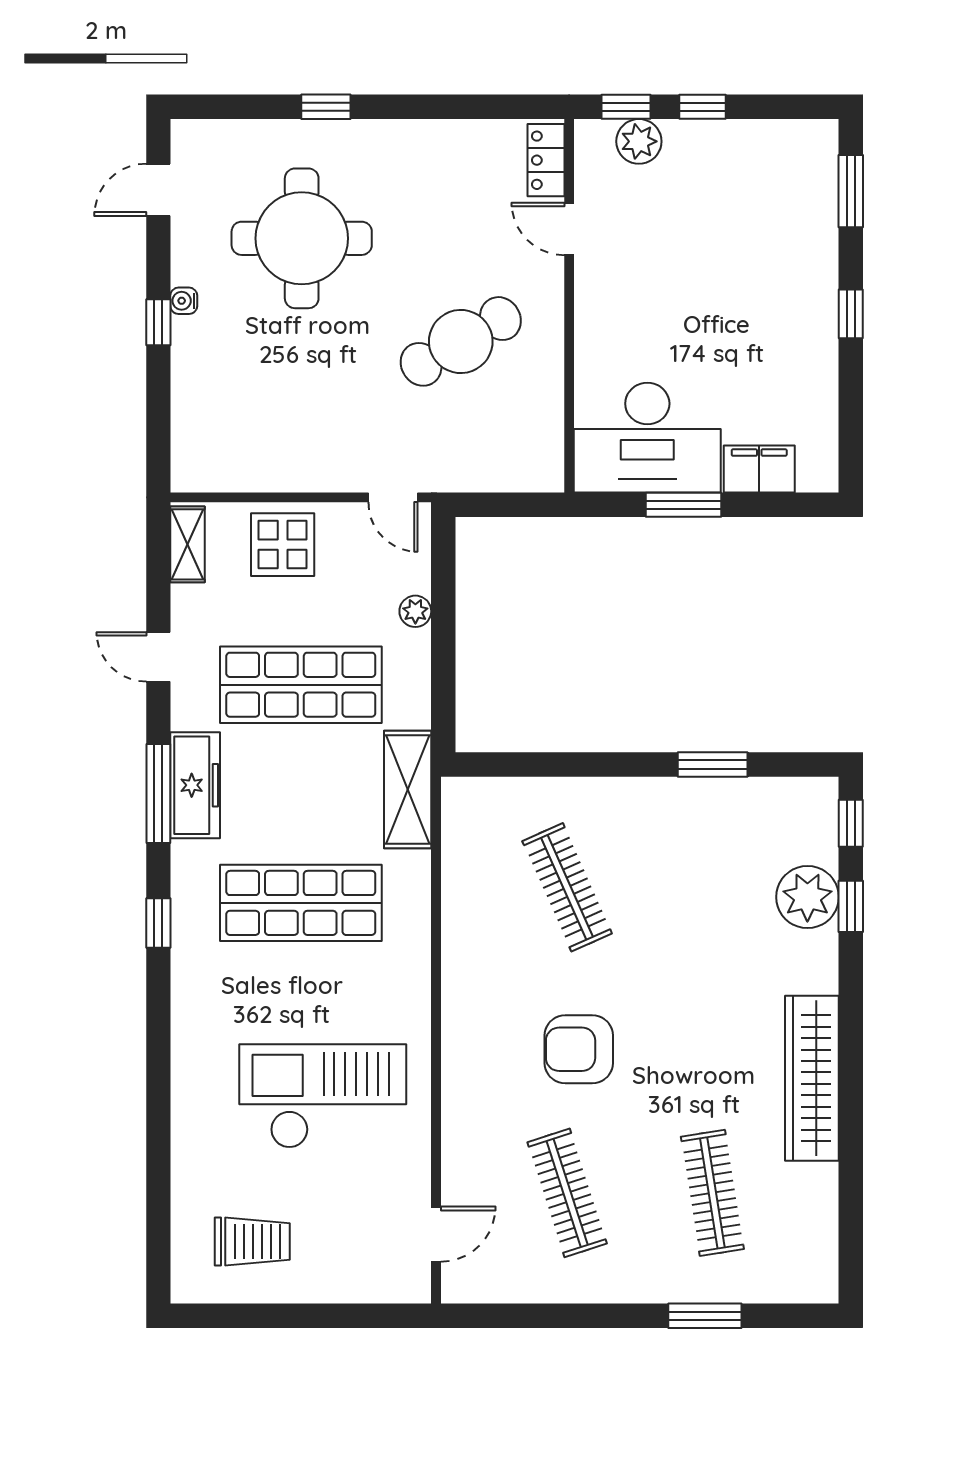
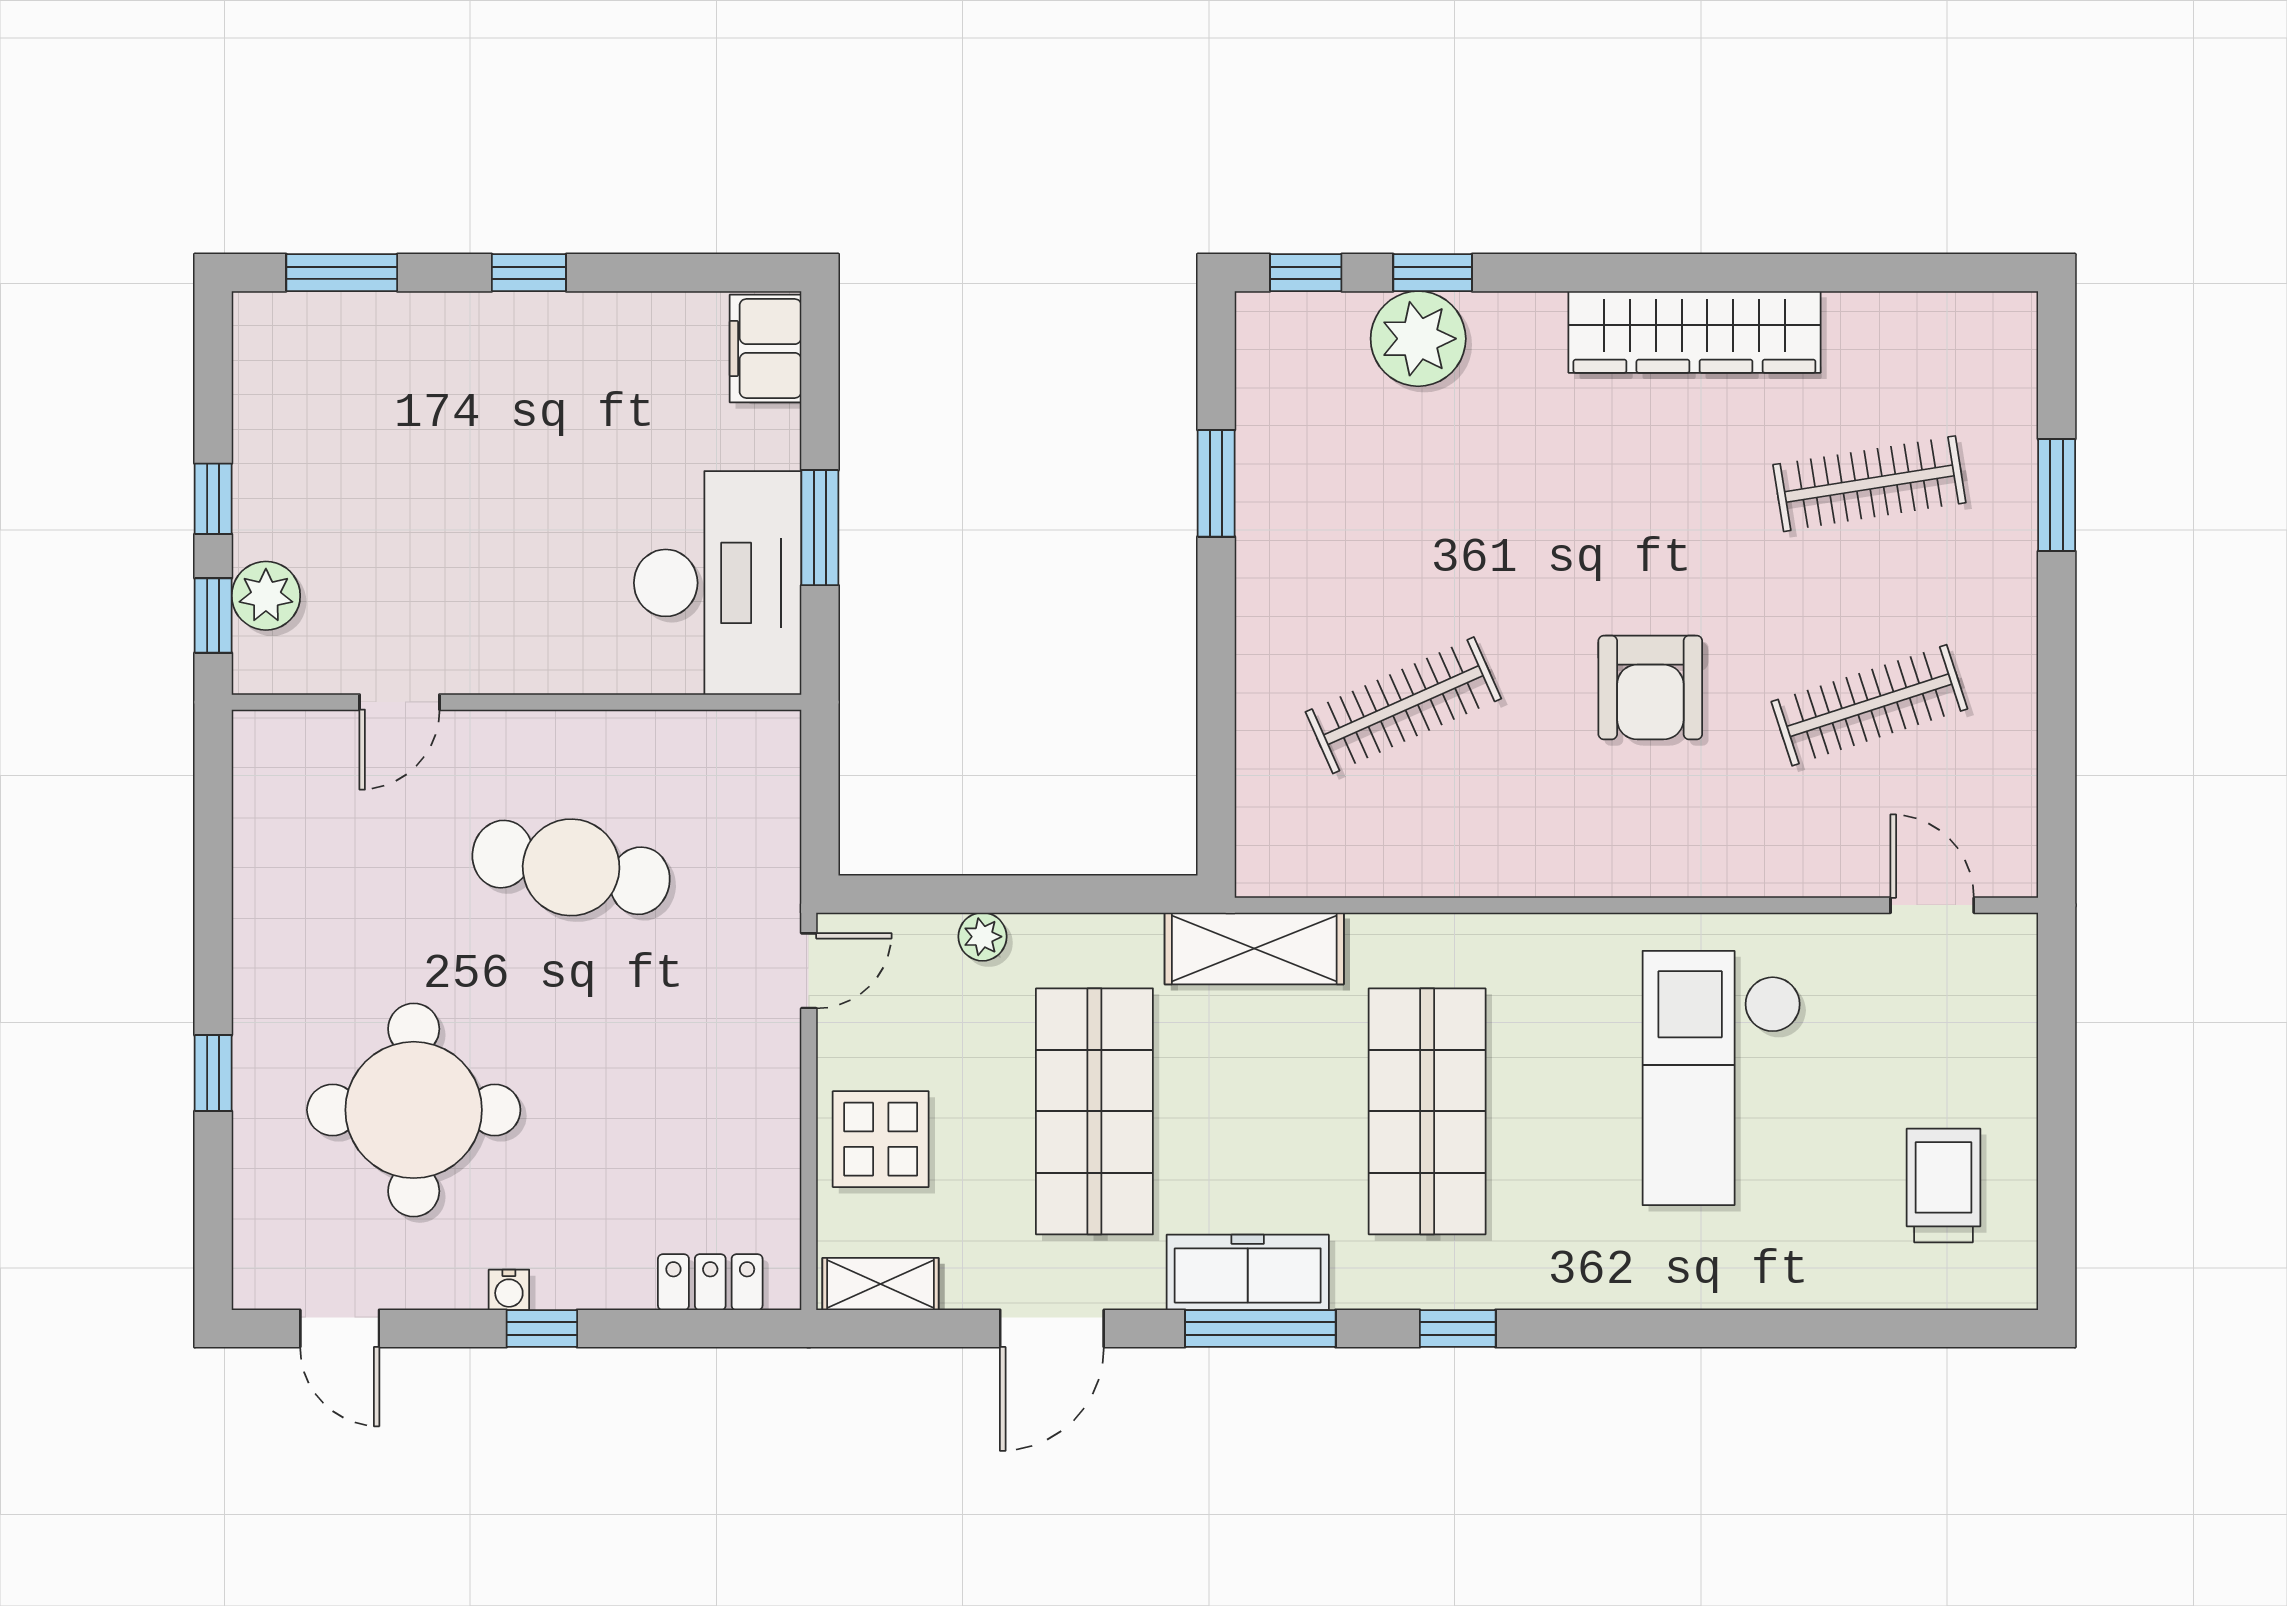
locker: (546, 160) -> (710, 1282), moved, turned 180
cafe table: (461, 341) -> (571, 867), turned -49
filing cabinet: (759, 469) -> (765, 348), moved
door: (158, 657) -> (1052, 1329), width x1.37

